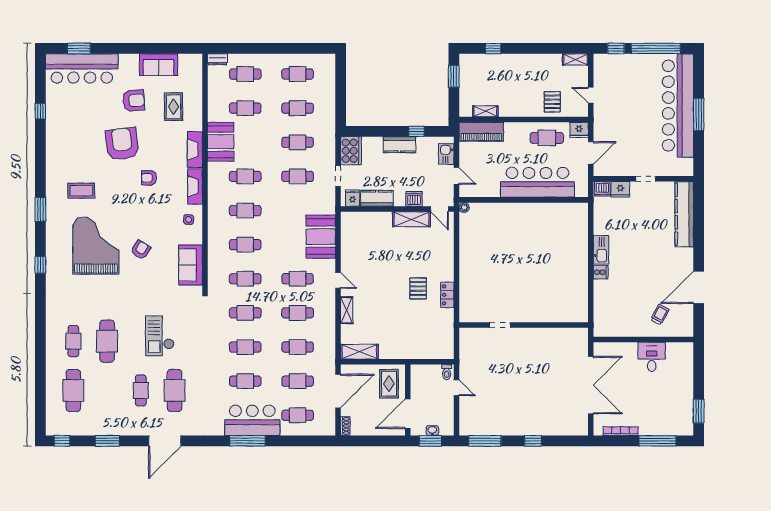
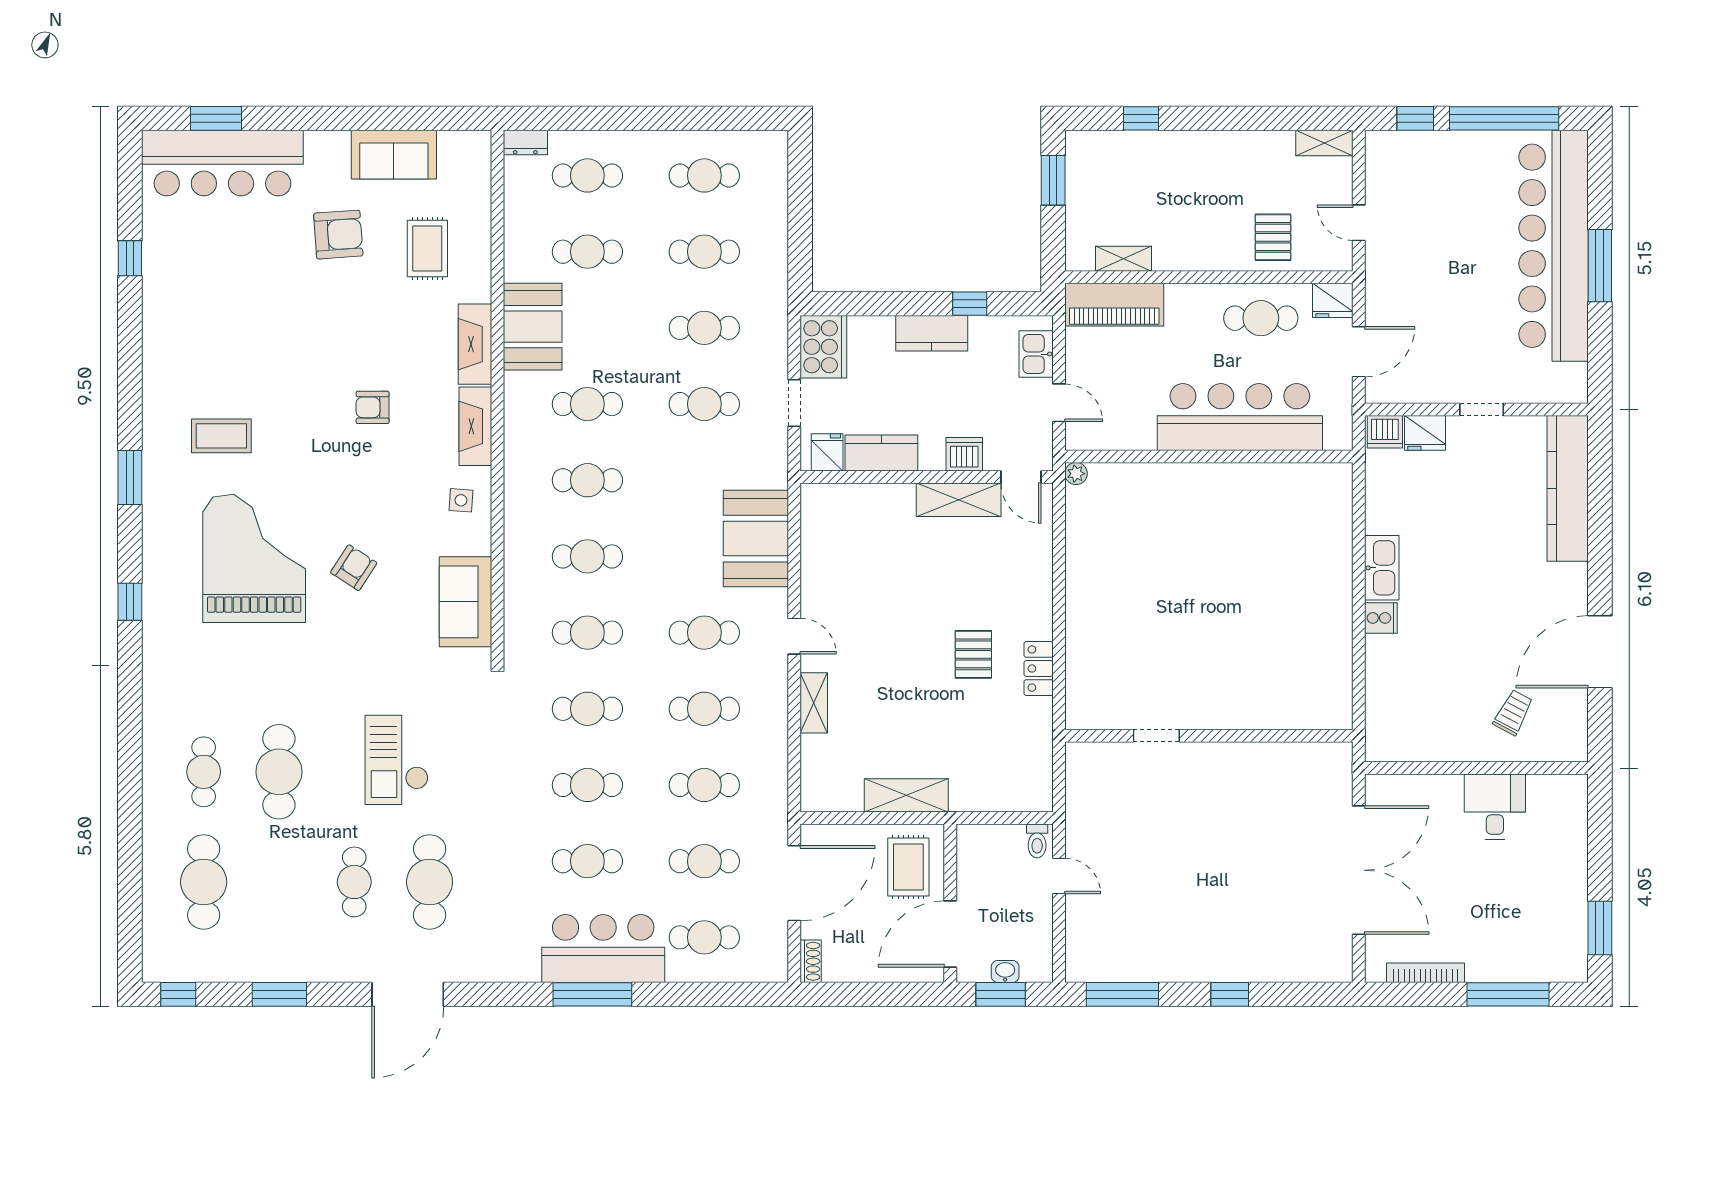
armchair: (122, 144) -> (313, 331), removed
shelving: (359, 352) -> (906, 795), moved

